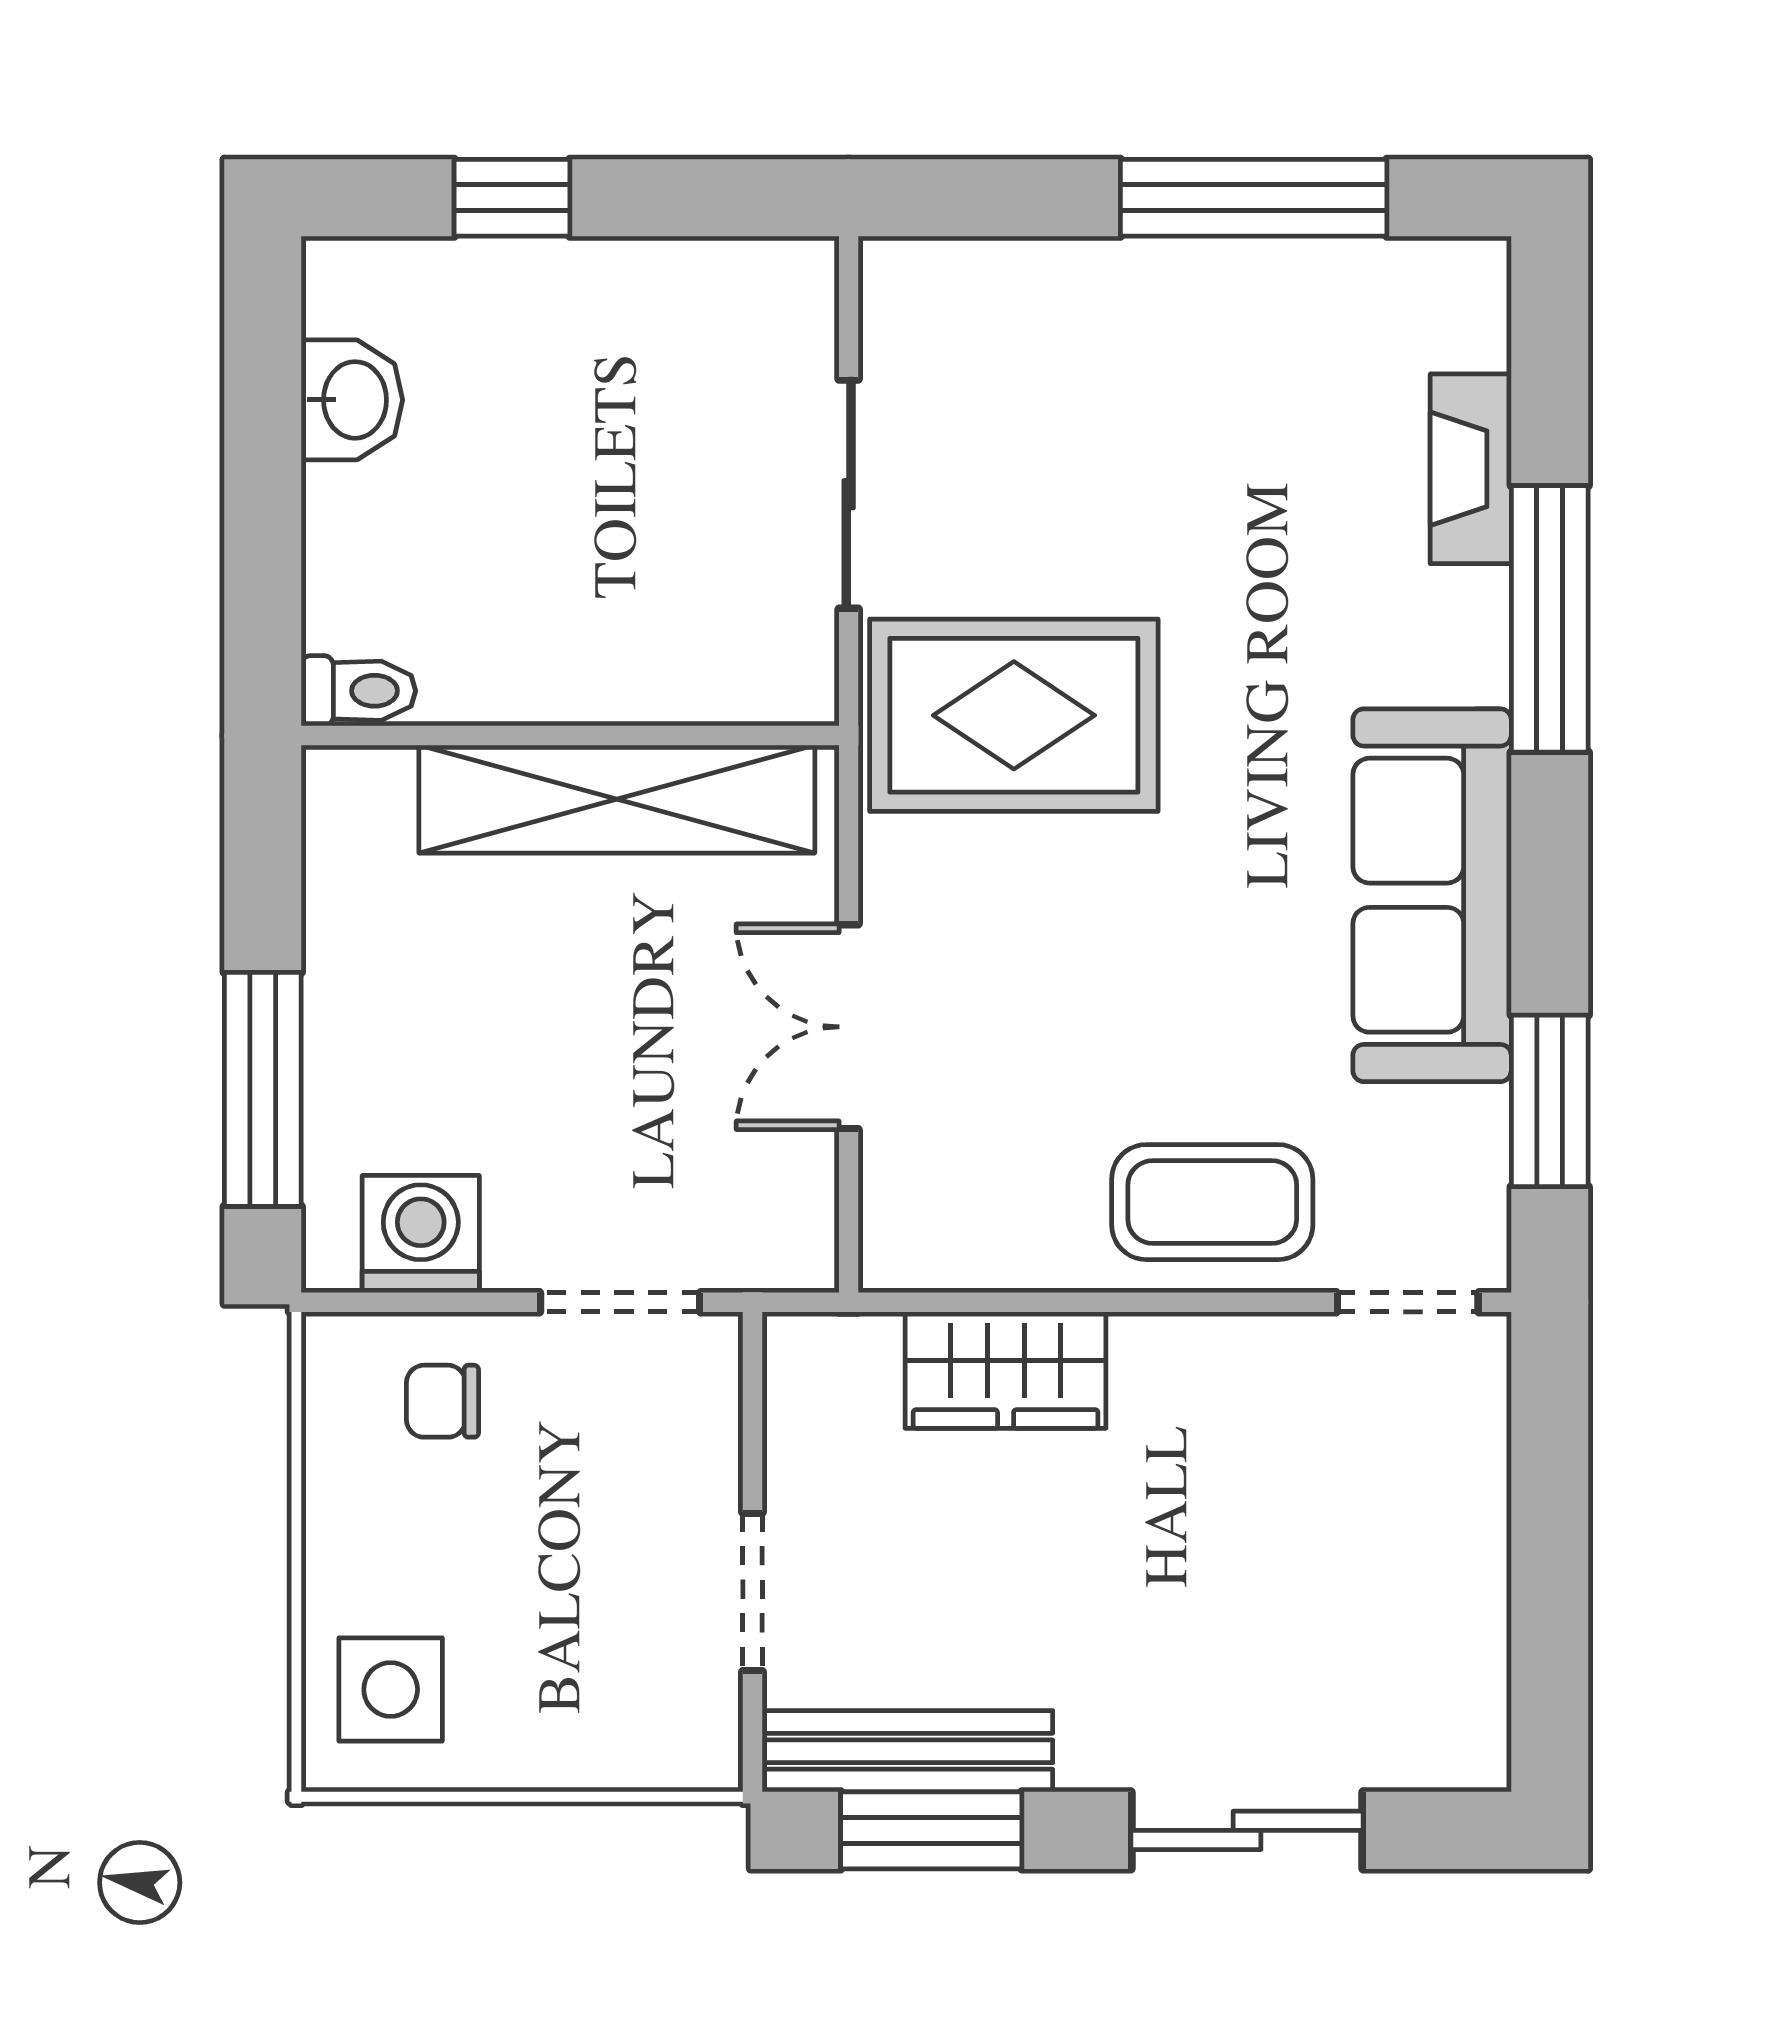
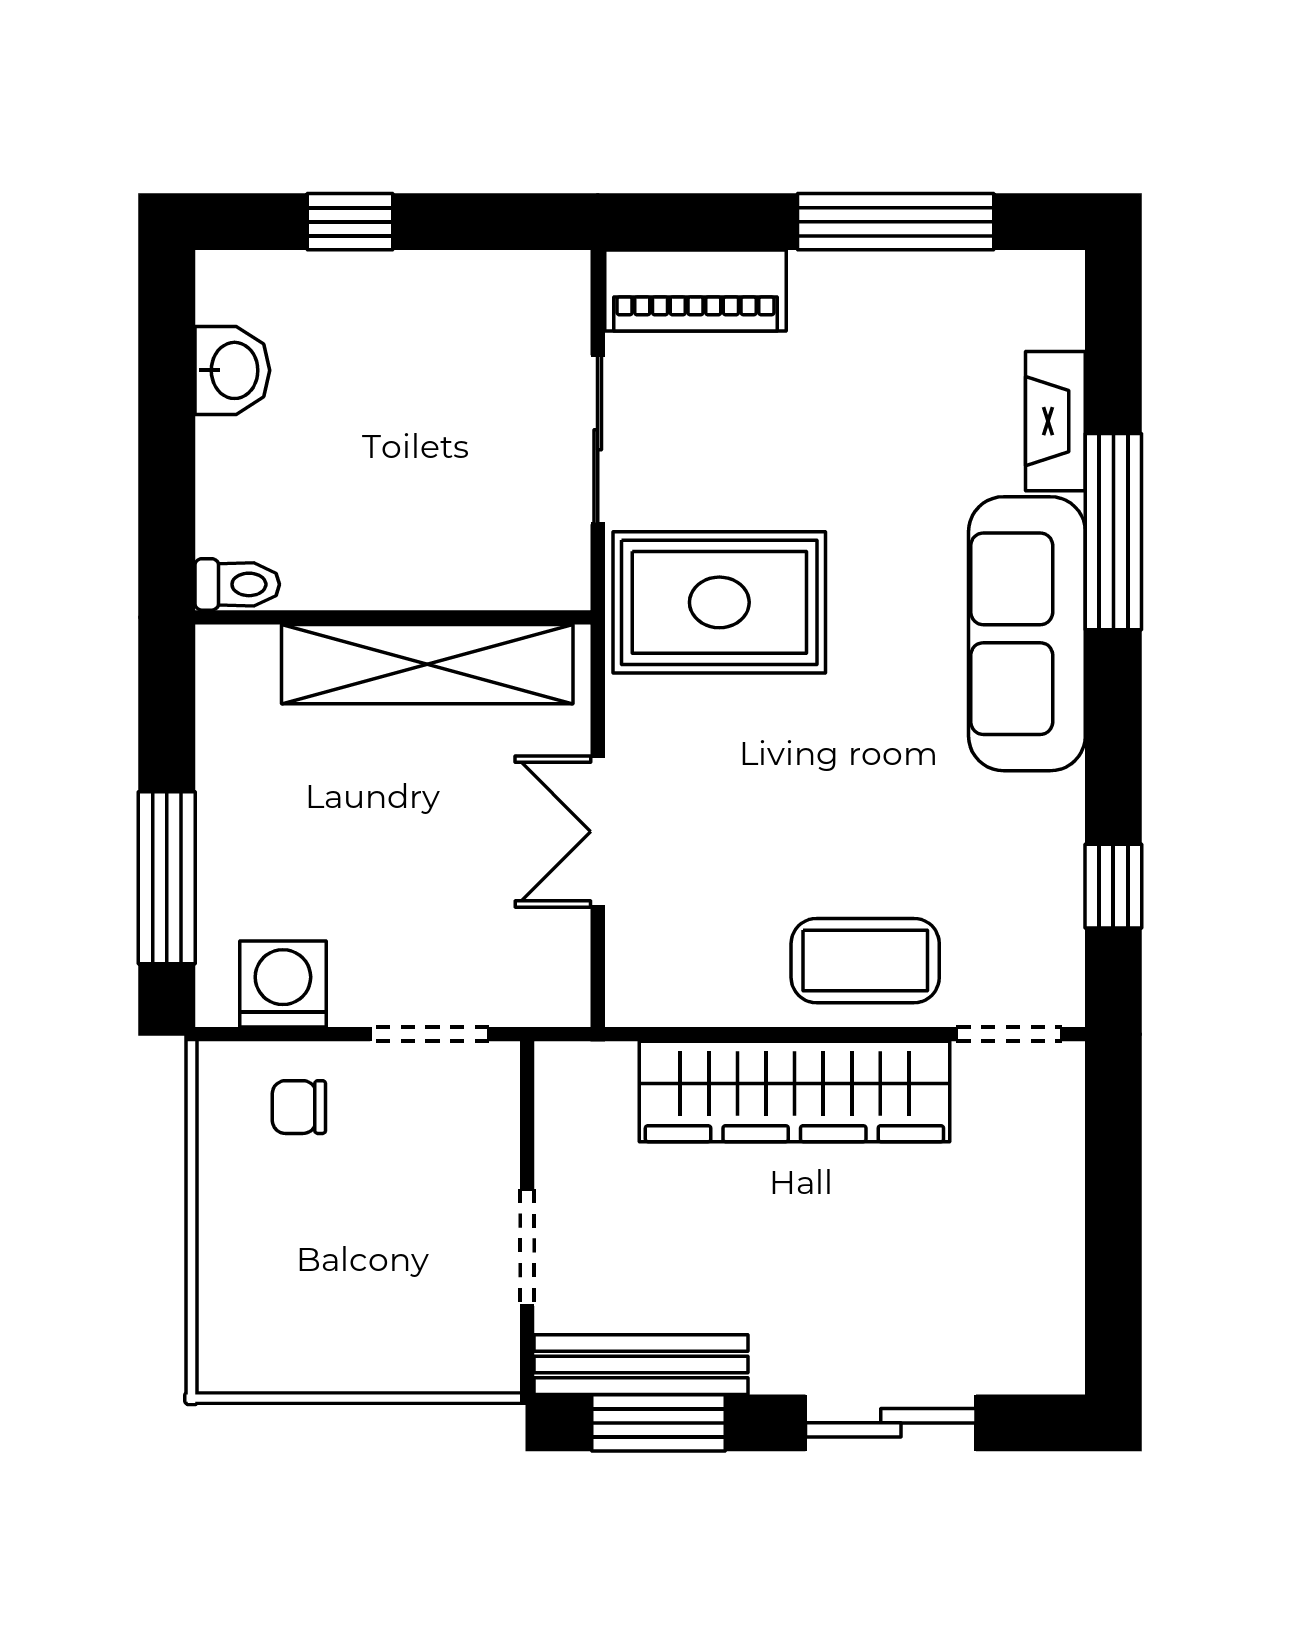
piano: (981, 291) -> (695, 290), added
sofa: (1432, 895) -> (1027, 634), moved
window: (1550, 1101) -> (1113, 886), width x0.67
wardrobe: (1006, 1370) -> (794, 1091), width x2.10, depth x1.17
side table: (391, 1689) -> (261, 1319), removed

